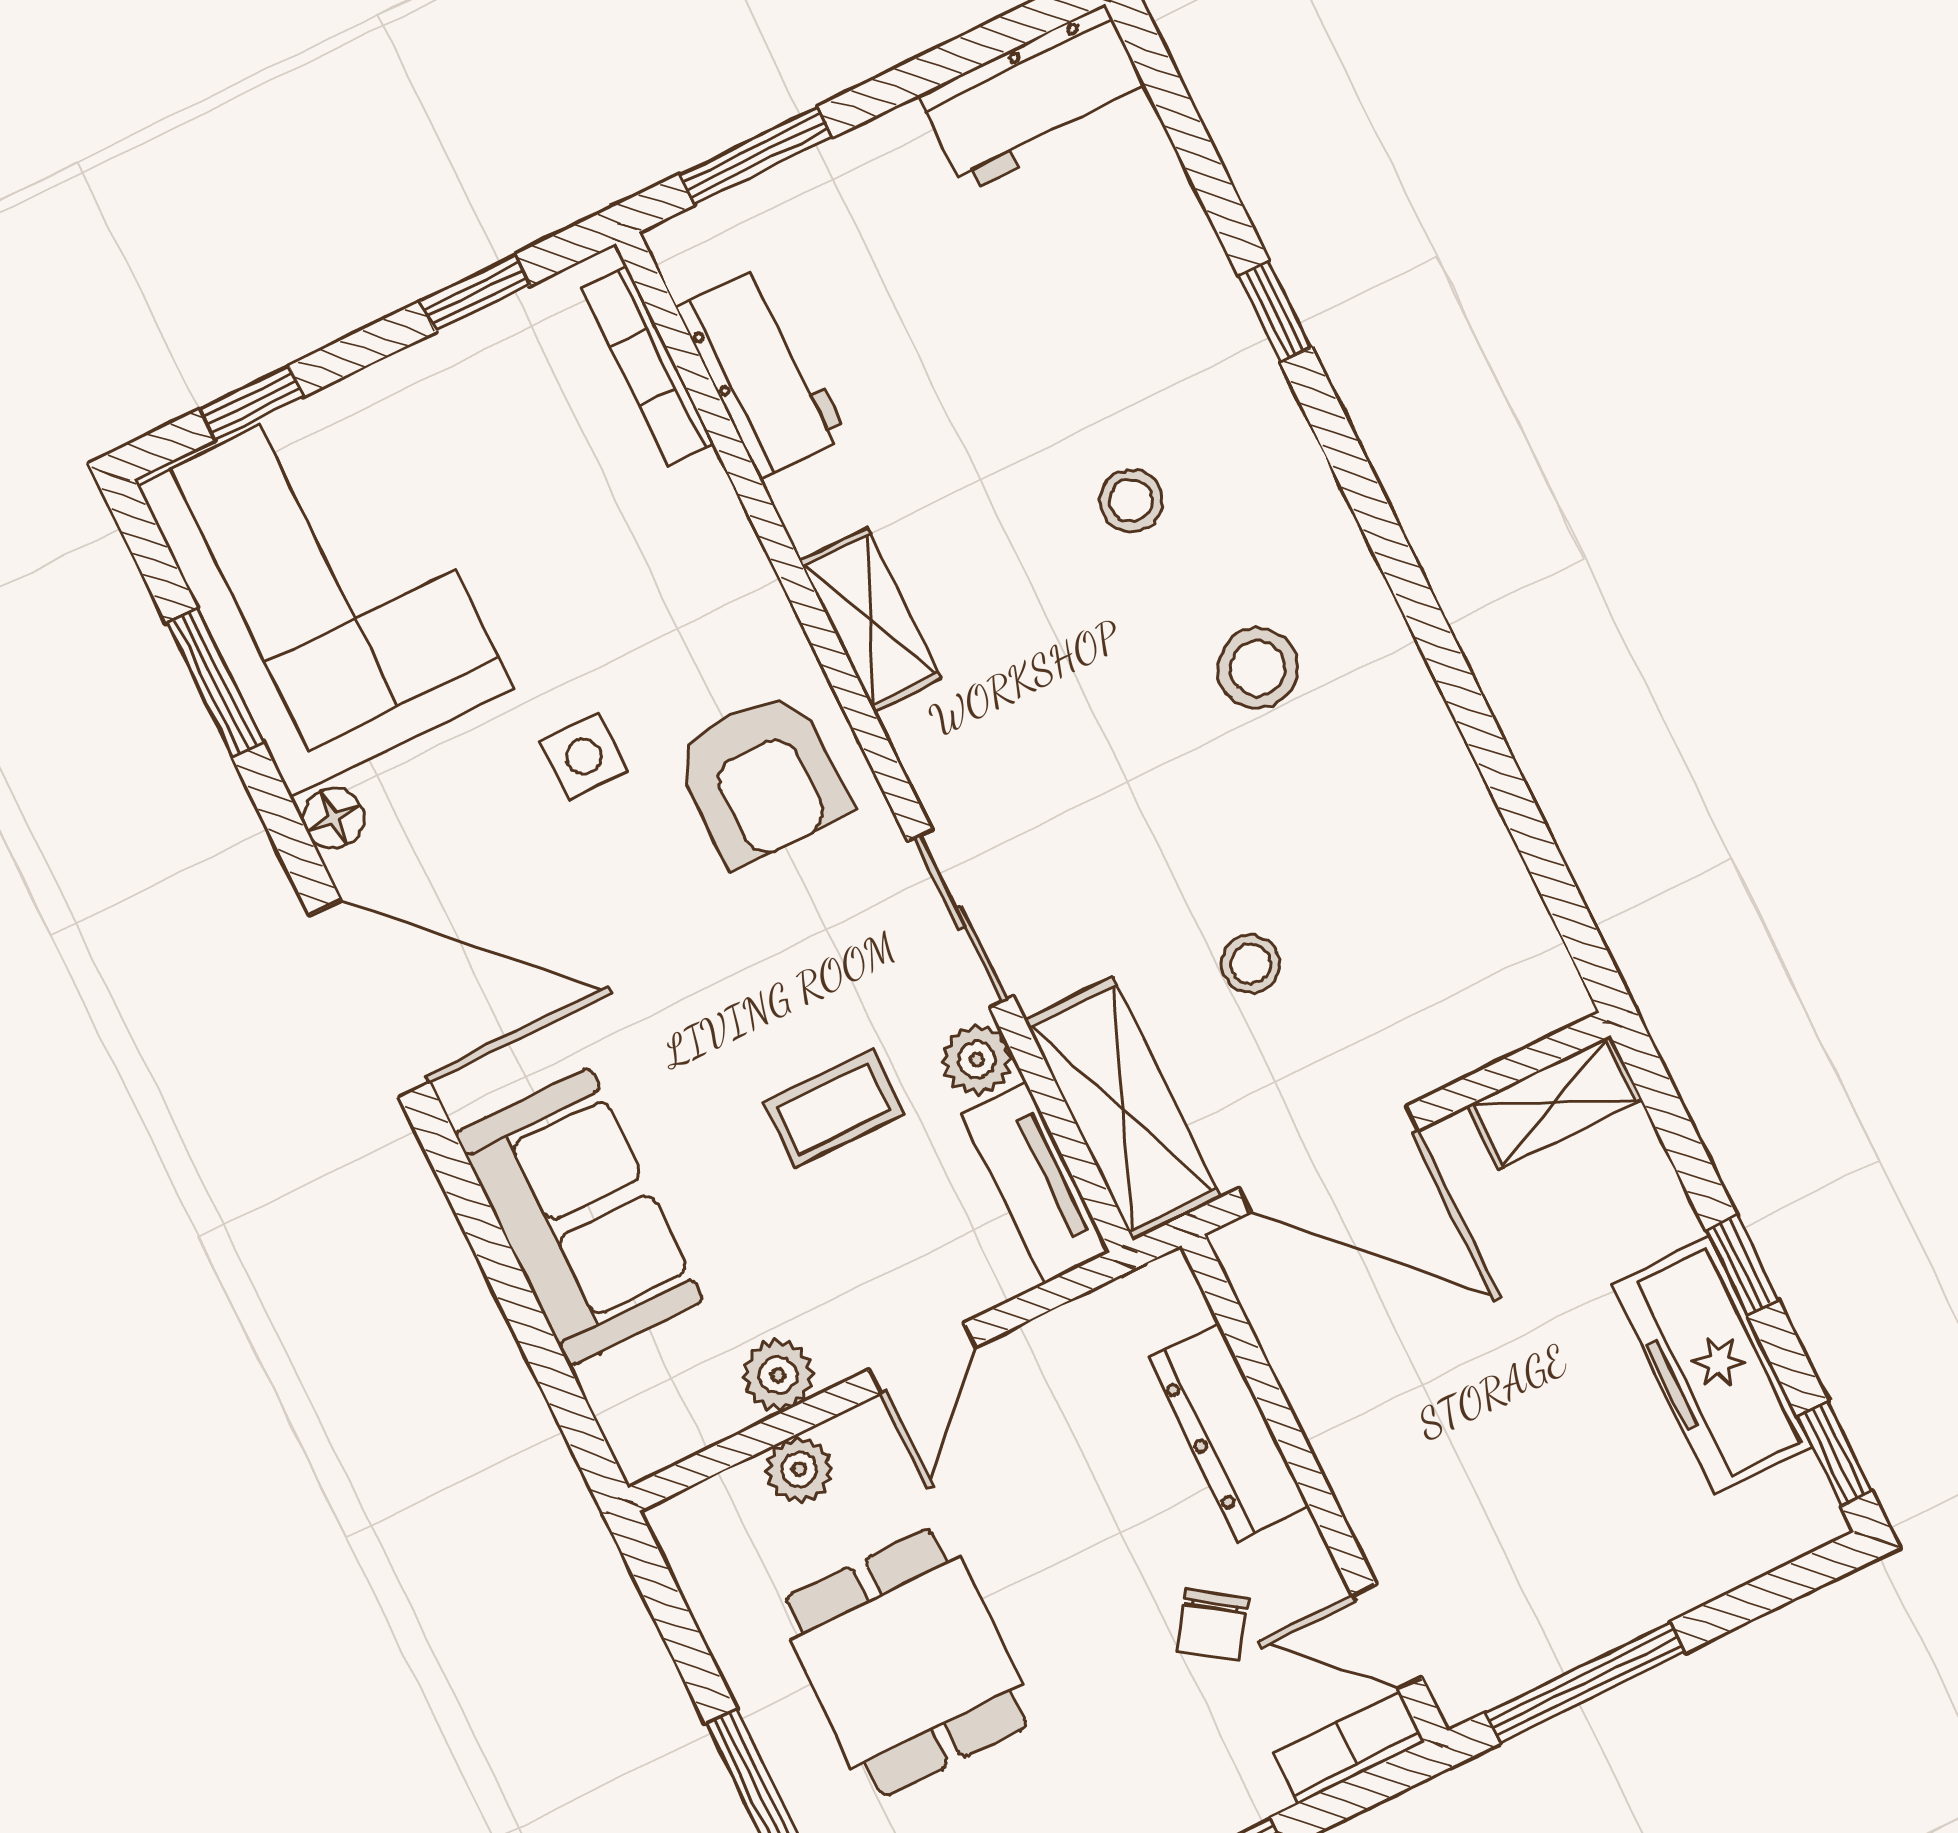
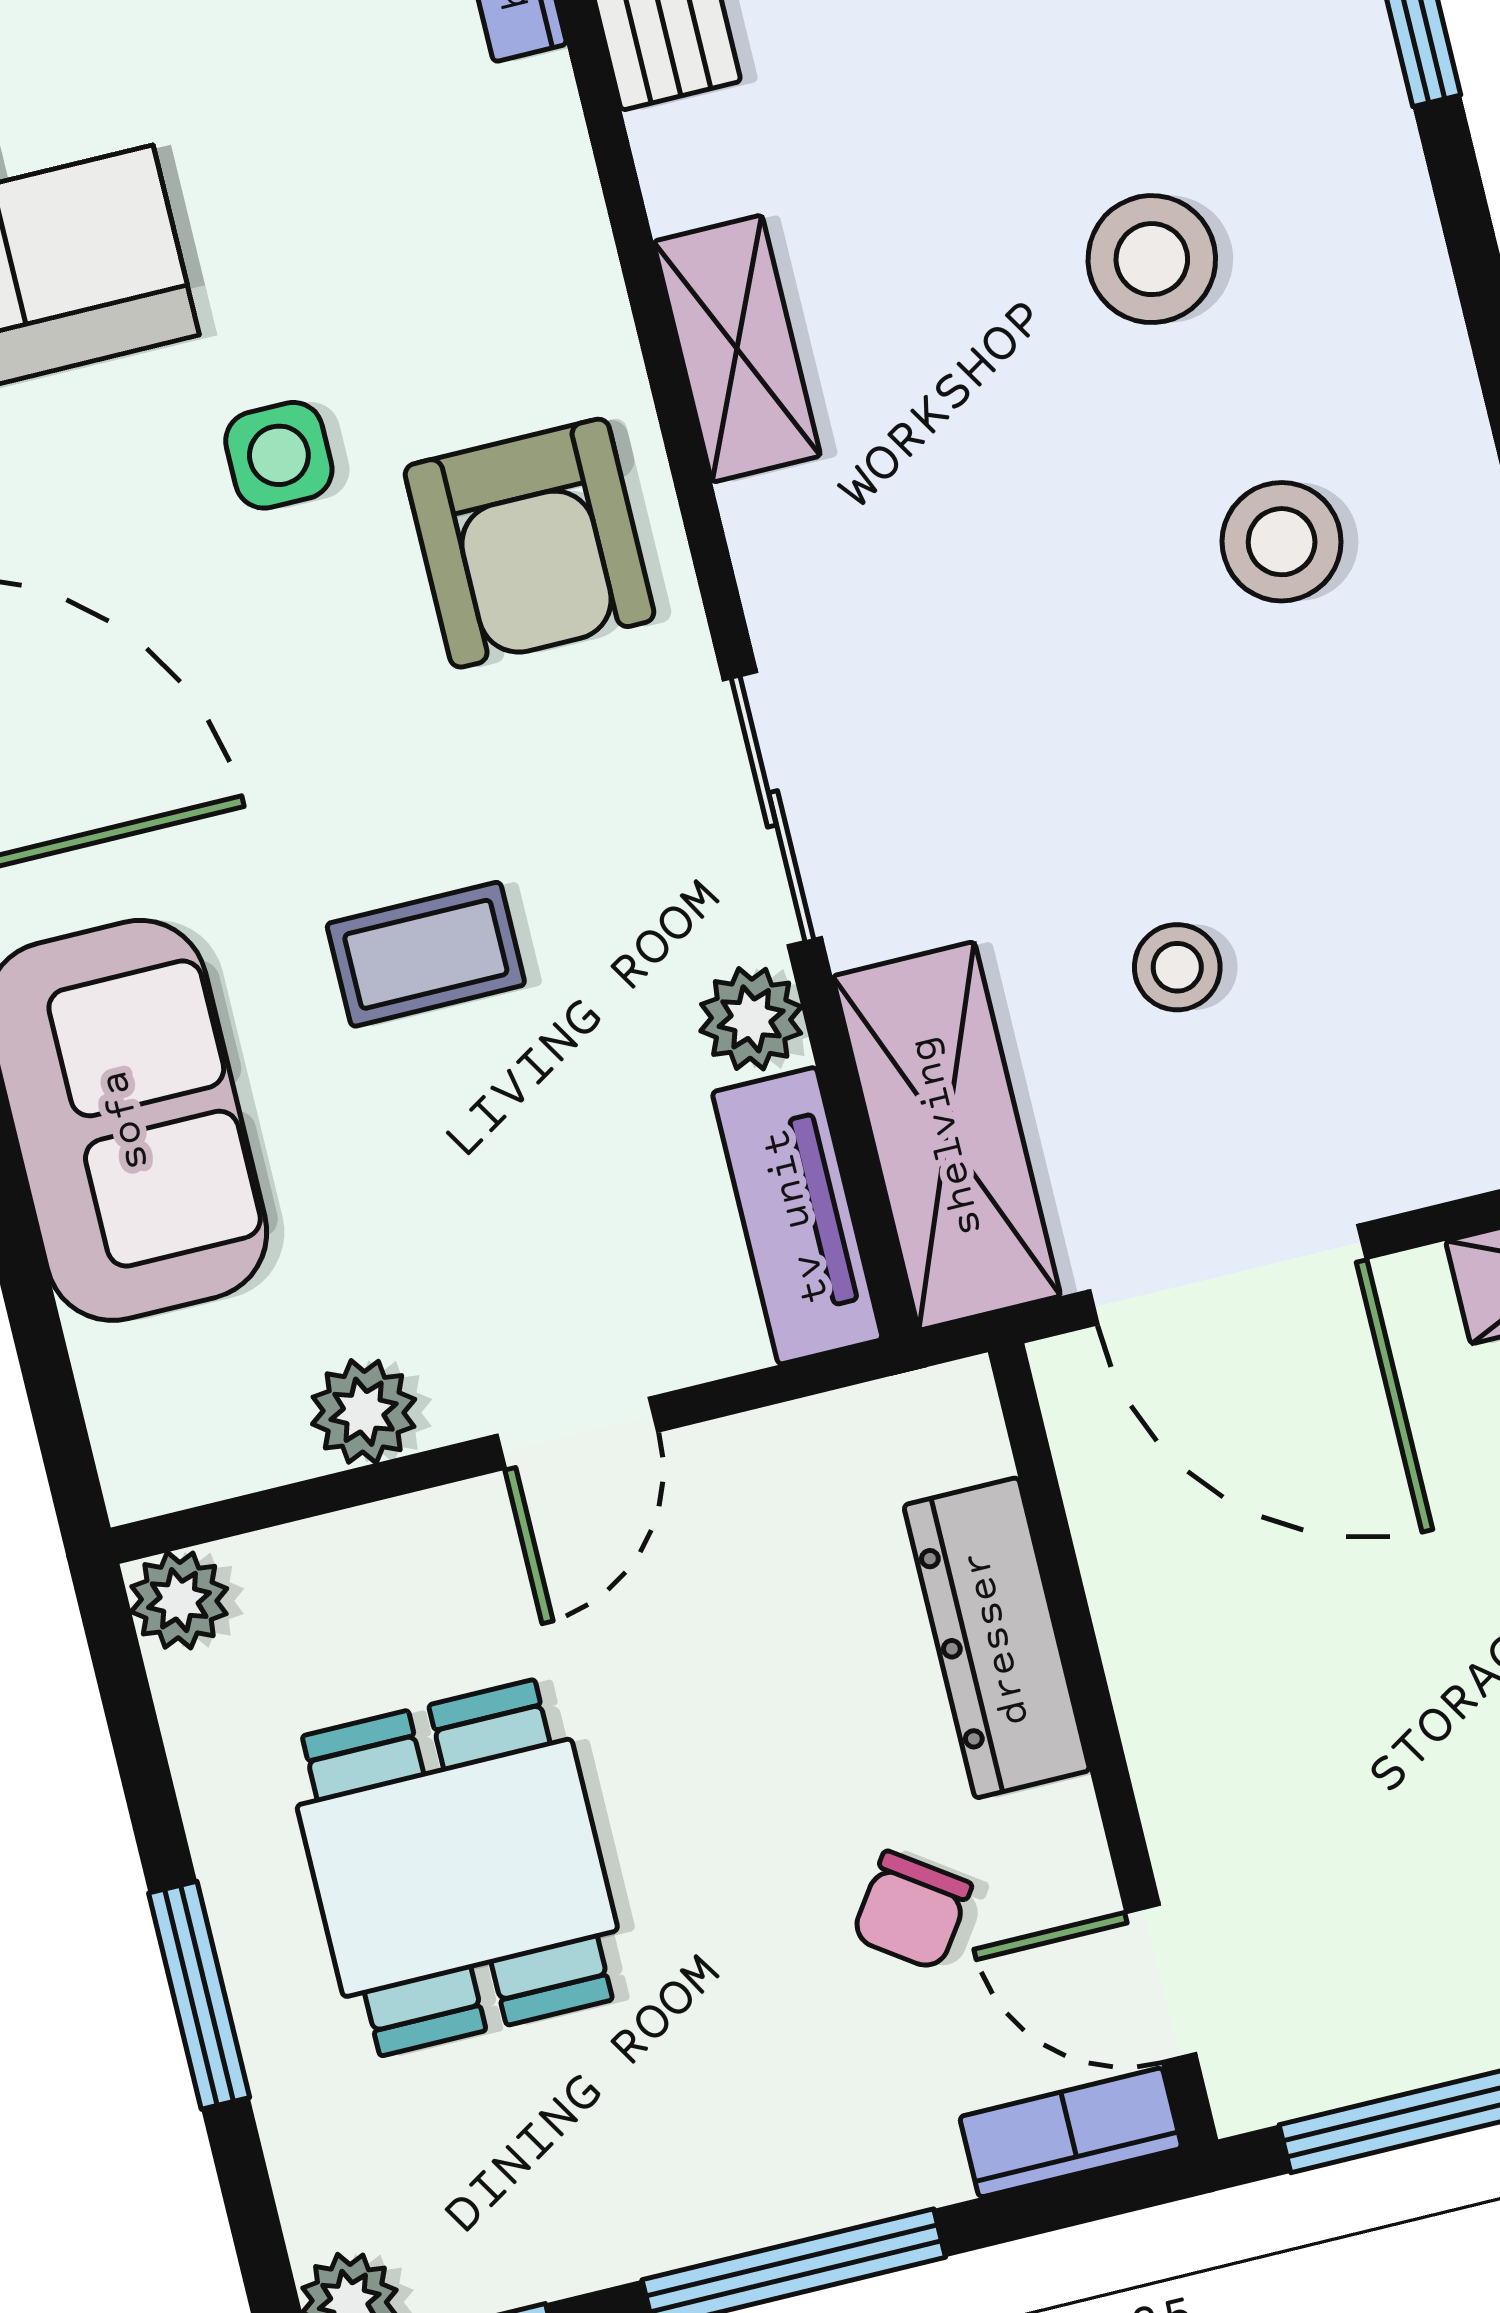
stool: (1131, 500) -> (1152, 259), width x1.37, depth x1.37
coffee table: (833, 1109) -> (426, 954), moved
plant: (799, 1470) -> (179, 1600), moved

